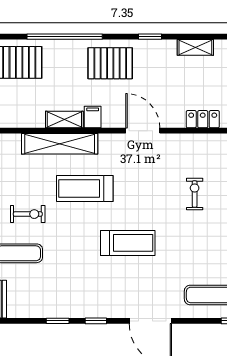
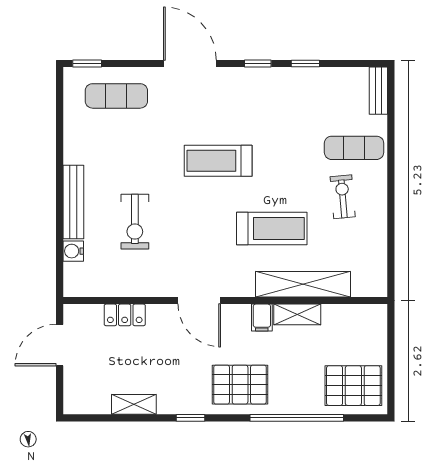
exercise bike: (195, 194) -> (135, 222), width x1.38, depth x1.39
exercise bike: (28, 214) -> (343, 197), turned 85

